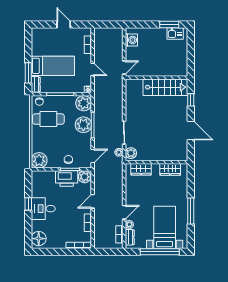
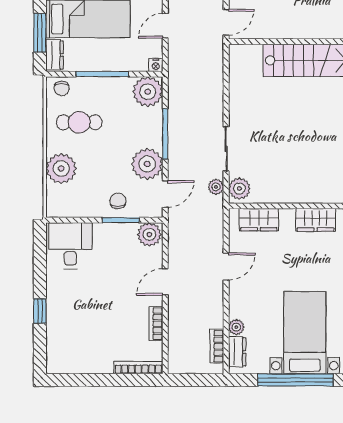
door: (93, 69) -> (165, 26), swing flipped
cafe table: (48, 119) -> (79, 122), width x0.73, depth x0.74
plant: (83, 125) -> (147, 164), moved
plant: (39, 160) -> (61, 168), moved
printer: (67, 179) -> (115, 238), removed
window: (28, 204) -> (40, 311), moved
desk: (43, 209) -> (70, 246), moved, turned 90
door: (124, 212) -> (226, 267), moved
floor lamp: (39, 239) -> (60, 354), removed

